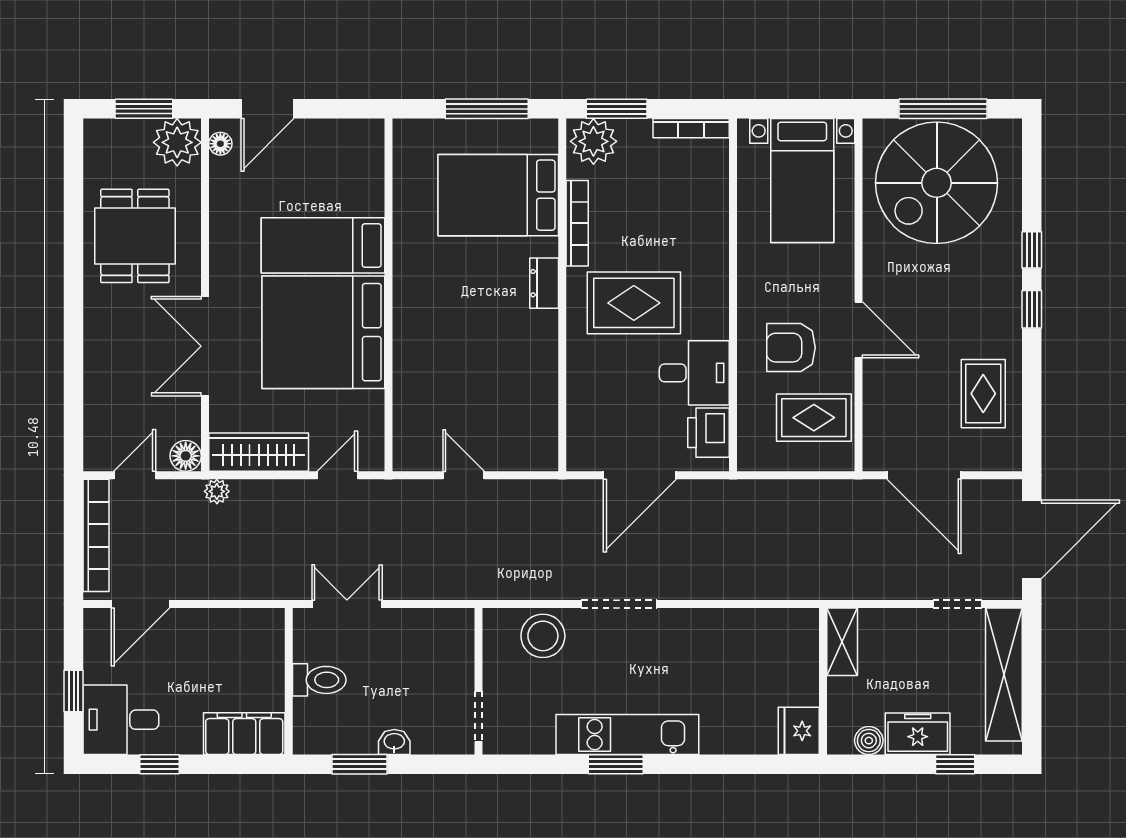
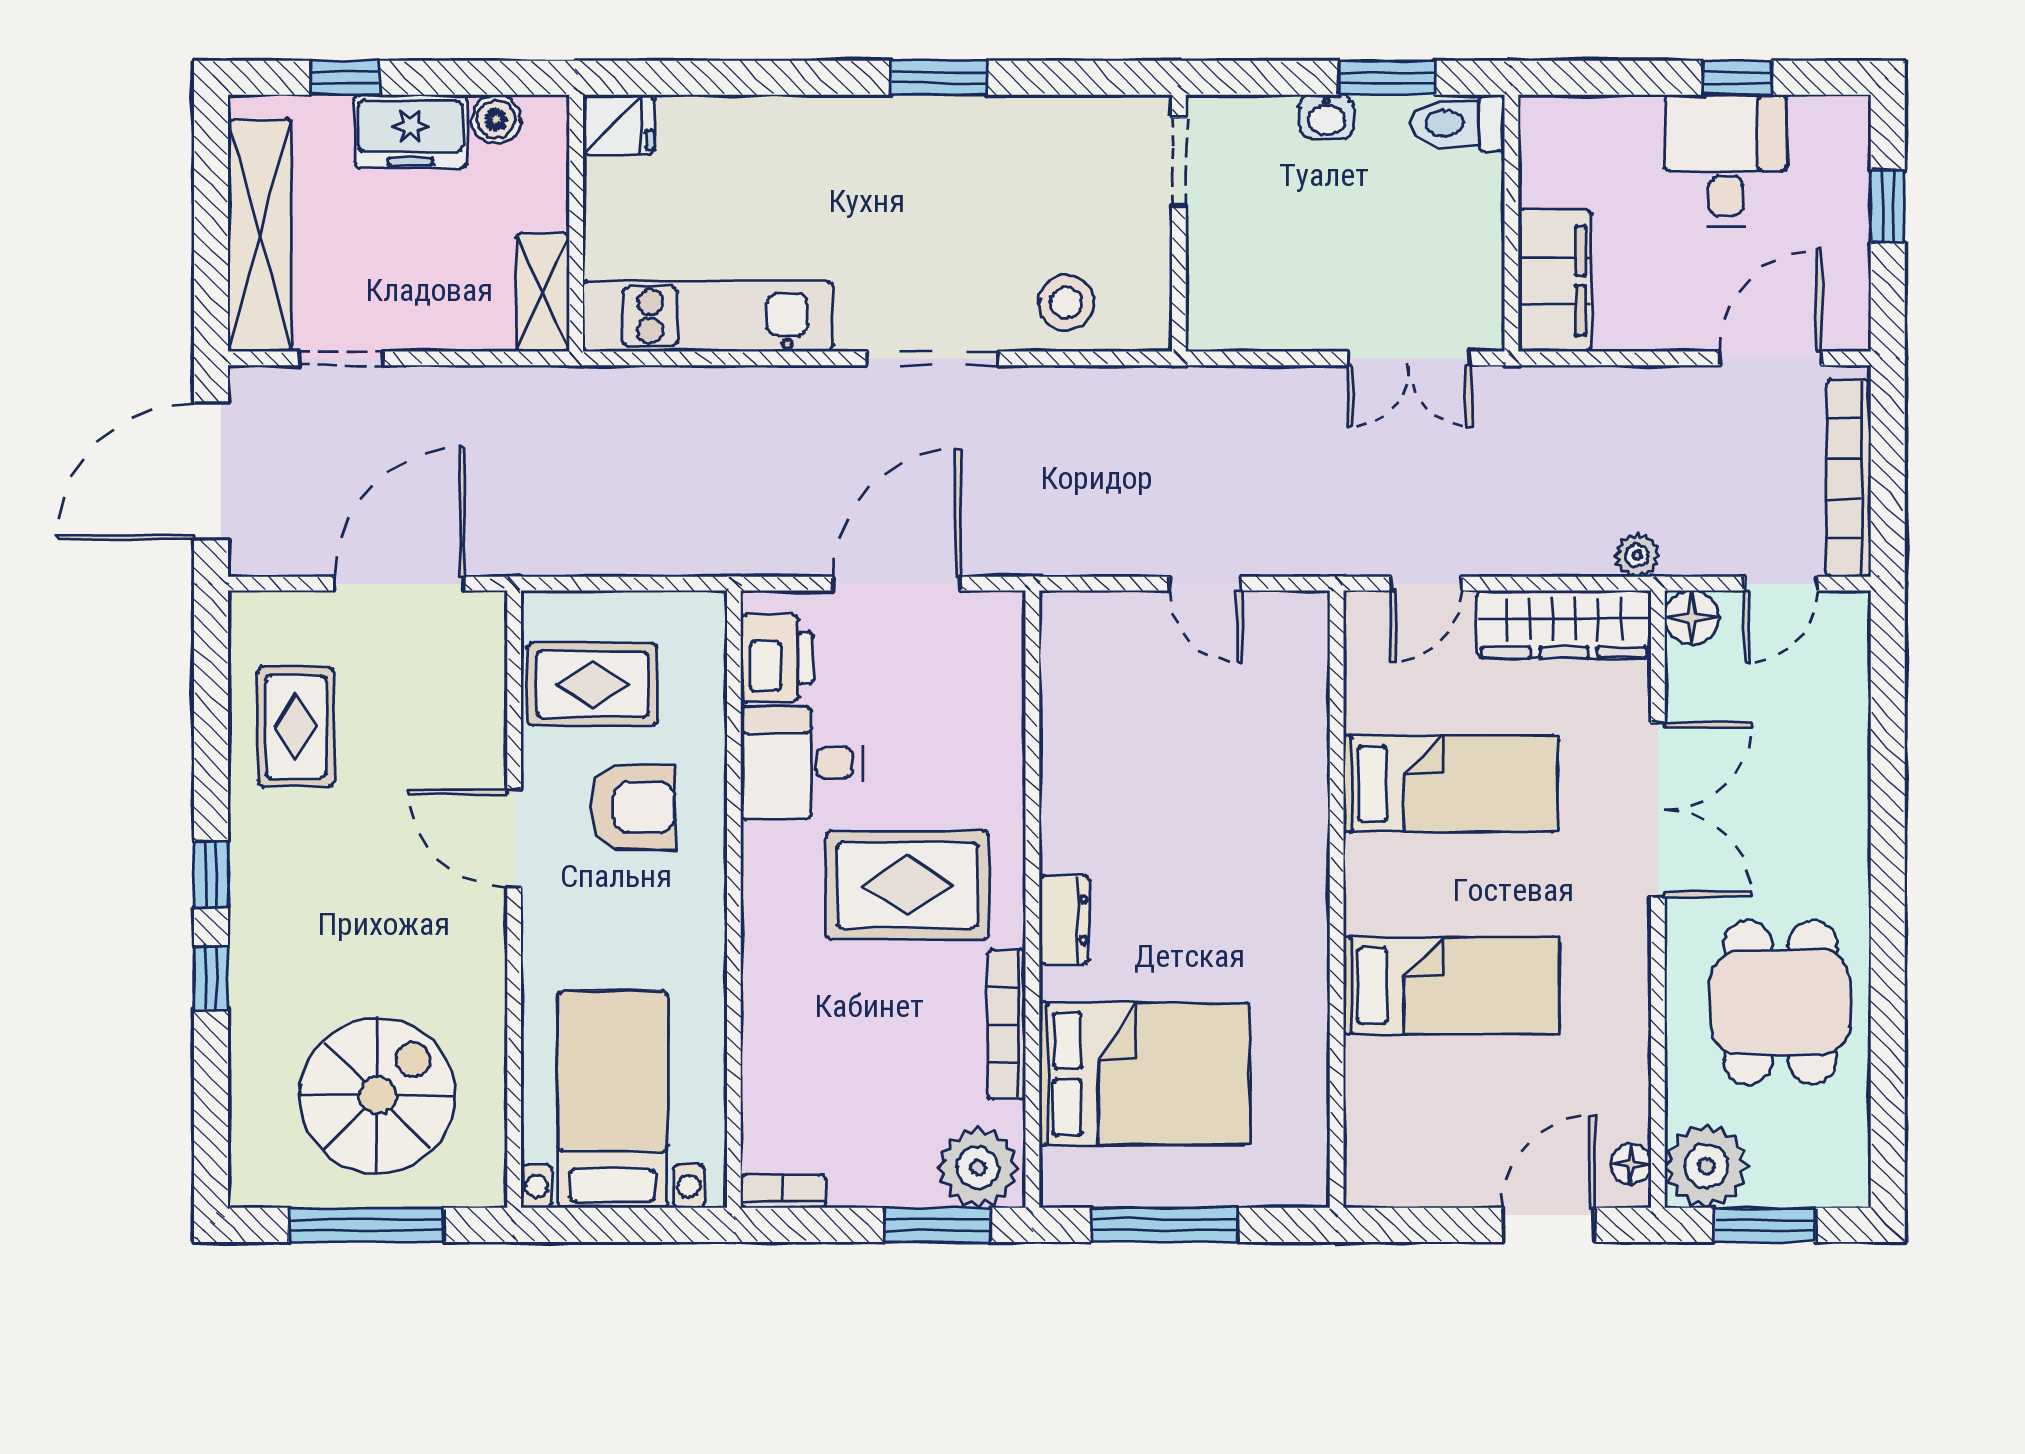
bookcase: (691, 128) -> (783, 1191), width x0.64
spiral stairs: (937, 183) -> (378, 1095), width x0.73, depth x0.73
bed: (323, 332) -> (1451, 784), width x0.49
door: (924, 475) -> (400, 584), hinge flipped
stool: (543, 636) -> (1066, 302), width x0.73, depth x0.73
toilet: (319, 680) -> (1458, 123), moved
desk: (121, 720) -> (1726, 161), moved, turned -90
fridge: (799, 731) -> (619, 125), width x0.72
filing cabinet: (244, 734) -> (1555, 281), moved, turned -90
kitchen unit: (627, 735) -> (708, 316), moved, turned 180

